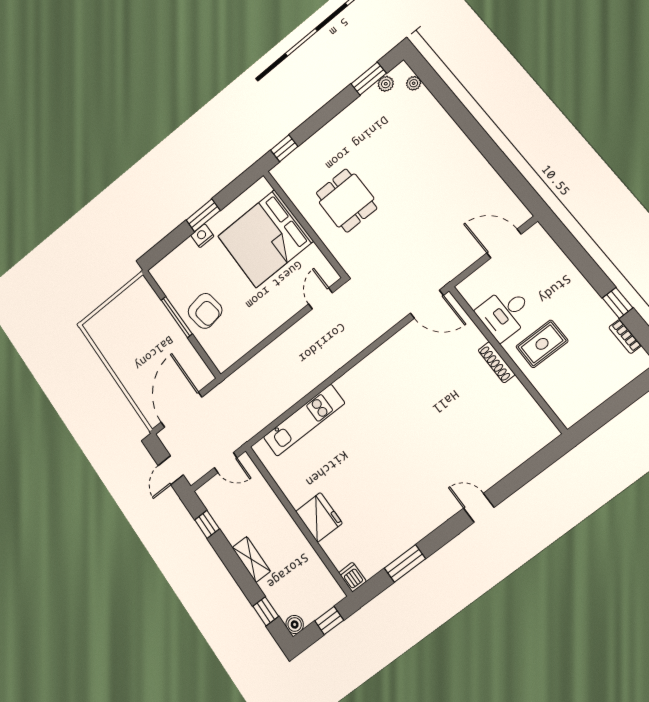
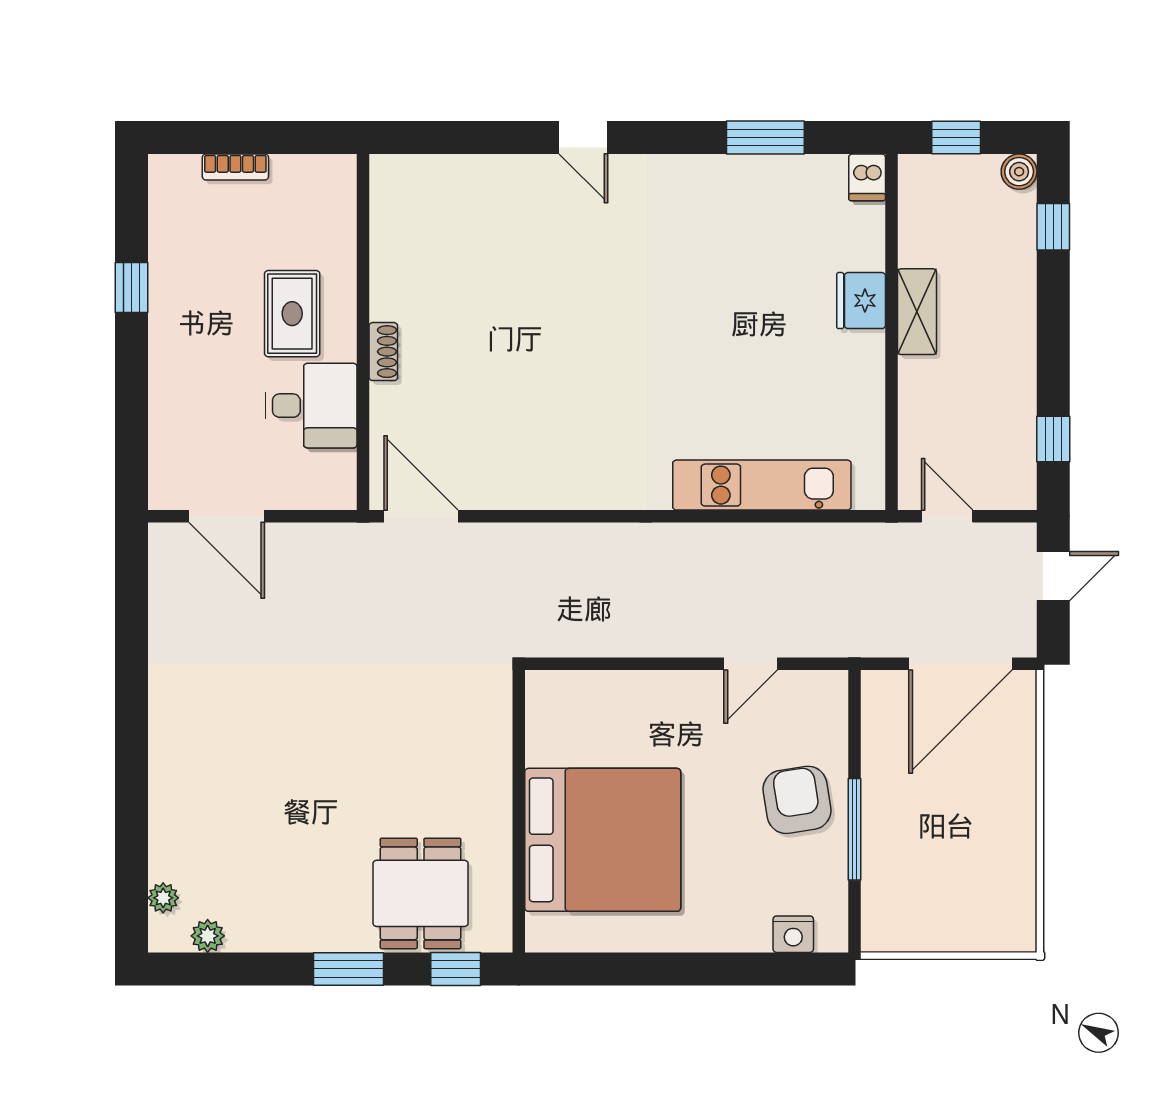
window: (369, 79) -> (349, 969), moved
dining table: (346, 200) -> (421, 893), moved
window: (203, 215) -> (679, 969), removed
nightstand: (202, 236) -> (793, 934), moved
door: (320, 298) -> (751, 664), moved
bookcase: (625, 336) -> (235, 167), moved, turned 90
rug: (542, 344) -> (292, 314), turned 90
shoe rack: (497, 362) -> (383, 352), width x0.70
fridge: (319, 517) -> (861, 301), width x0.73, depth x0.75
shelving: (251, 559) -> (917, 312), moved

